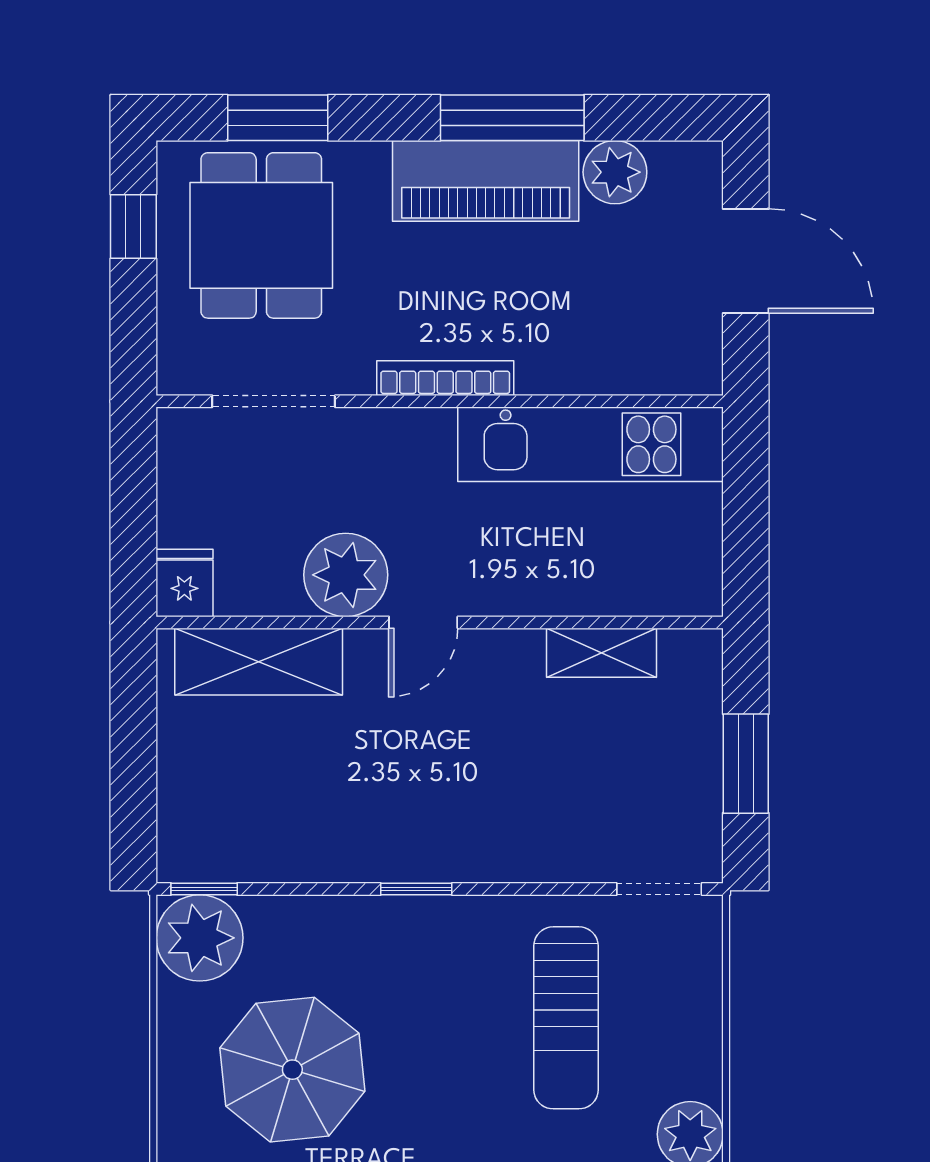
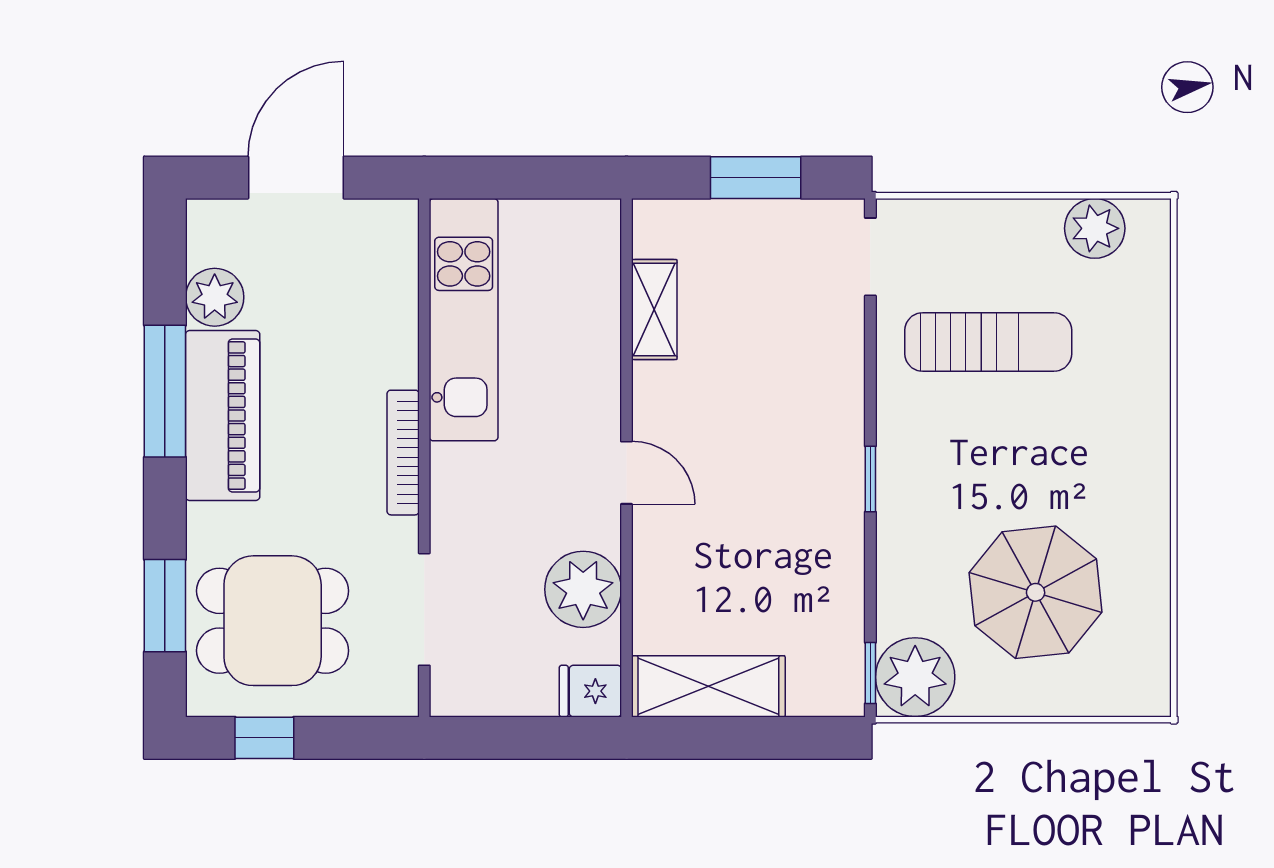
plant: (346, 575) -> (583, 589), moved
shelving: (259, 662) -> (708, 686), moved, turned 90

